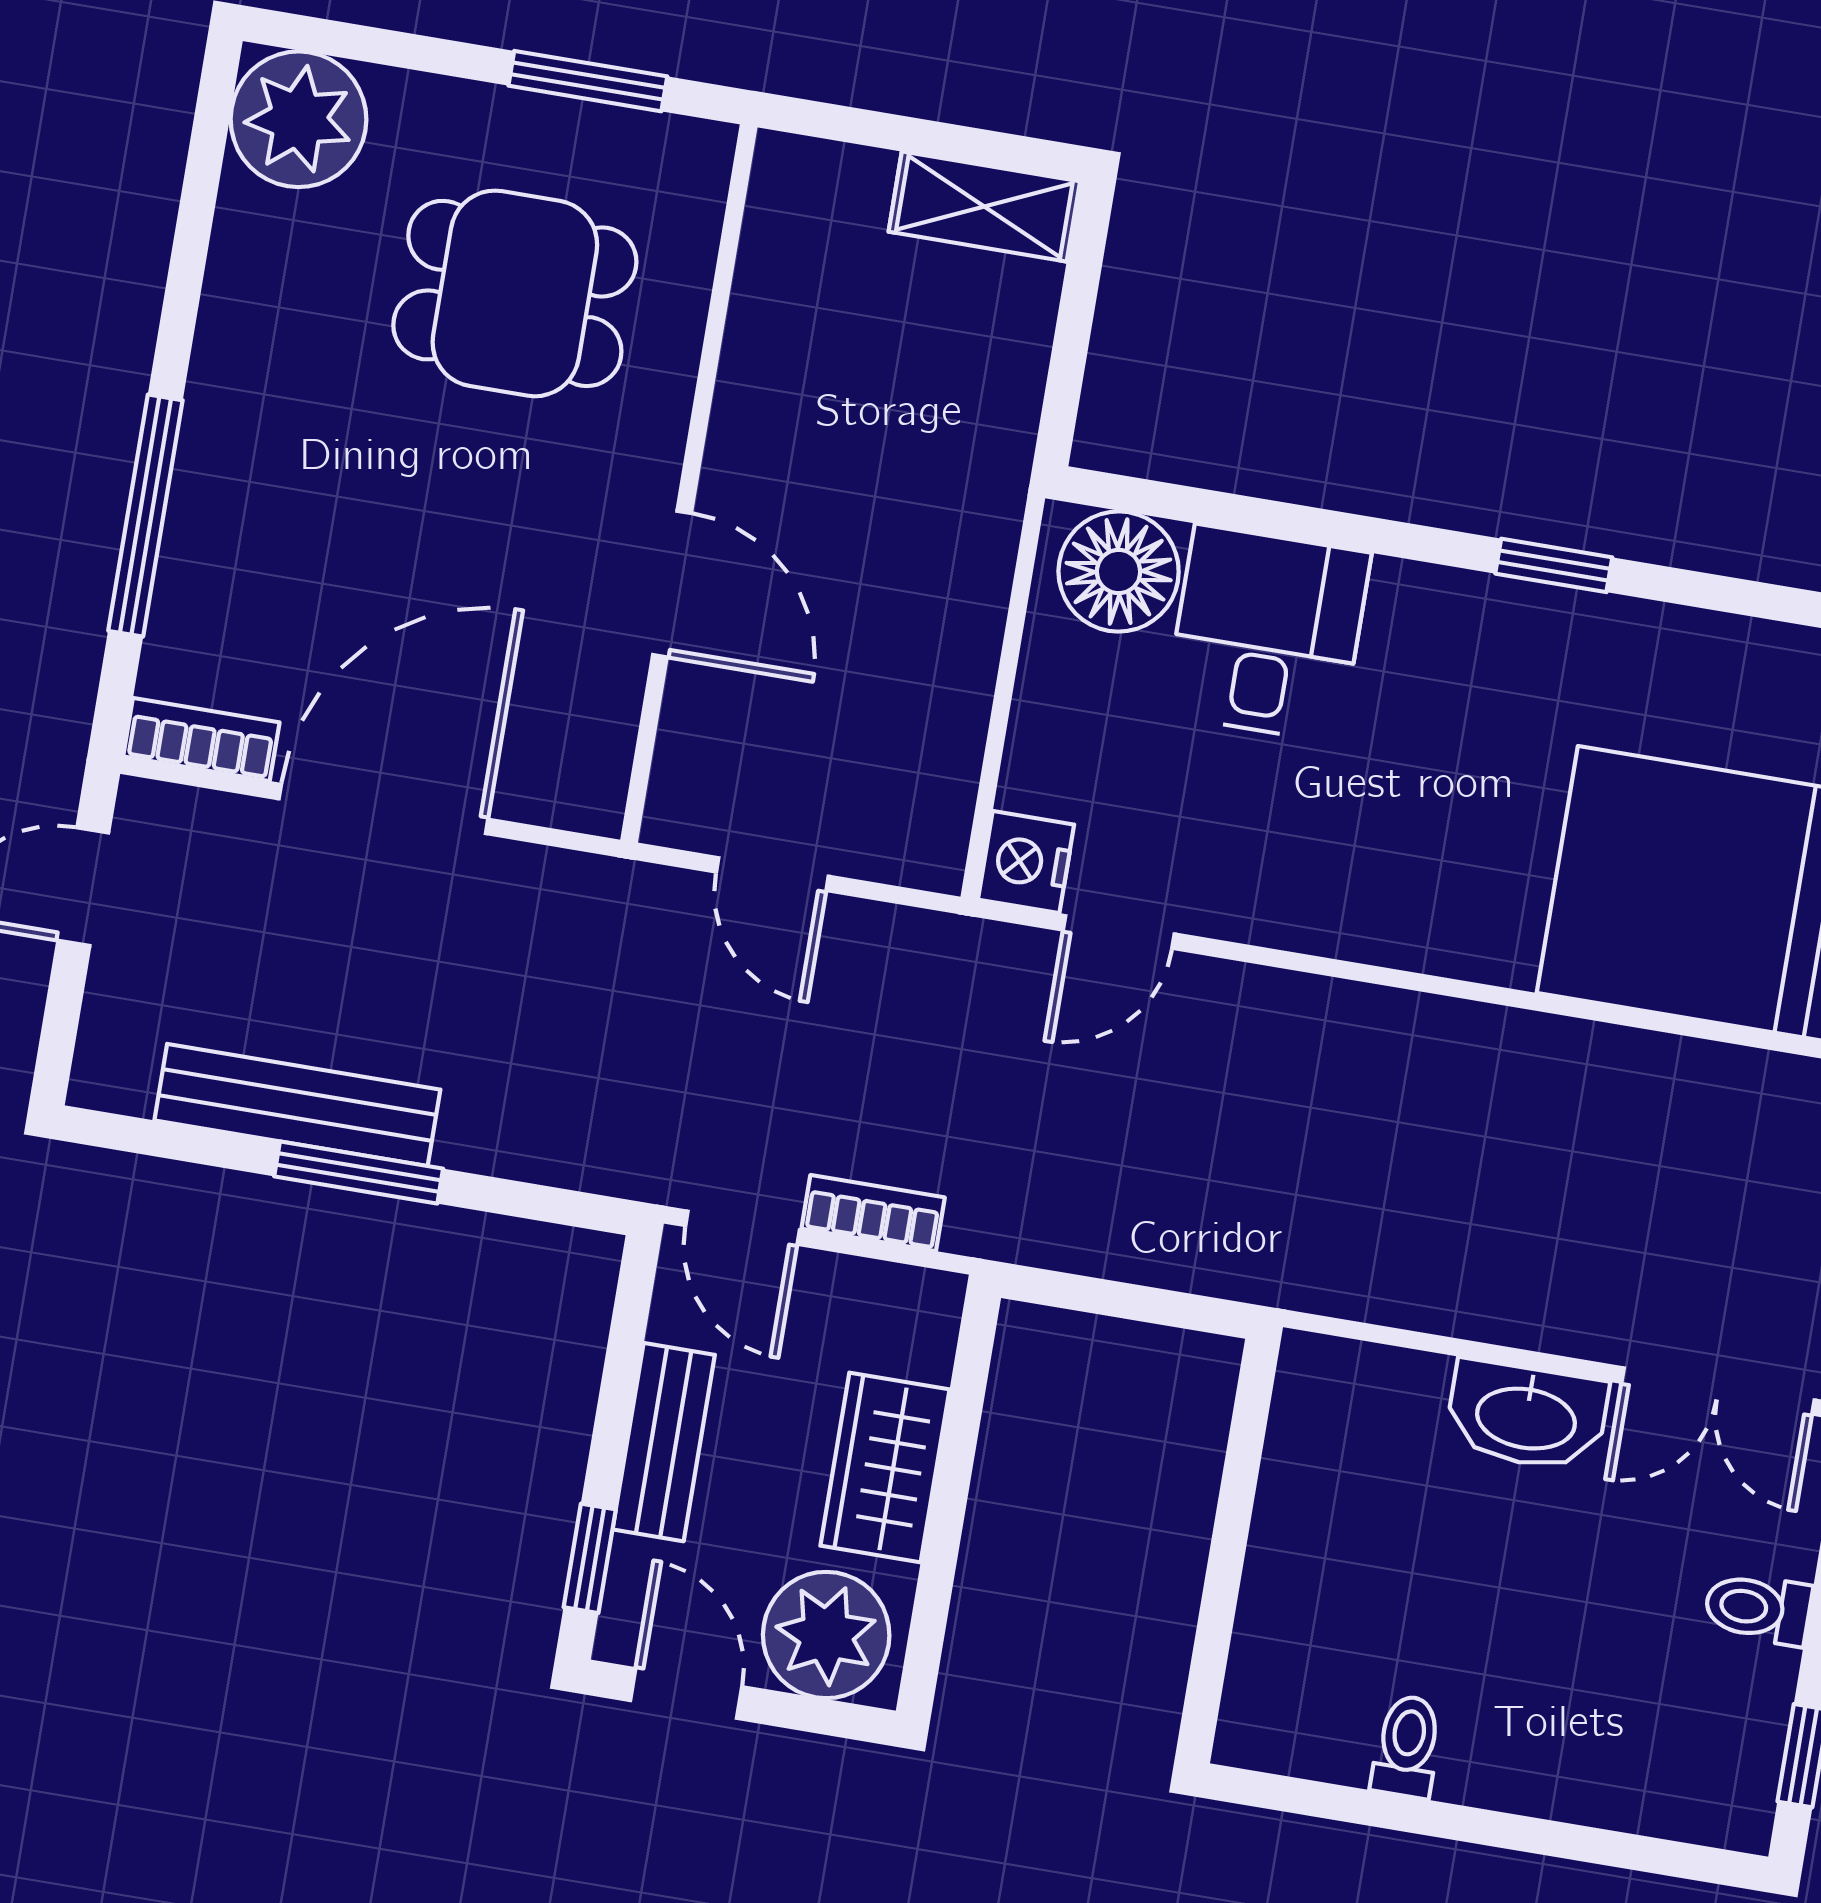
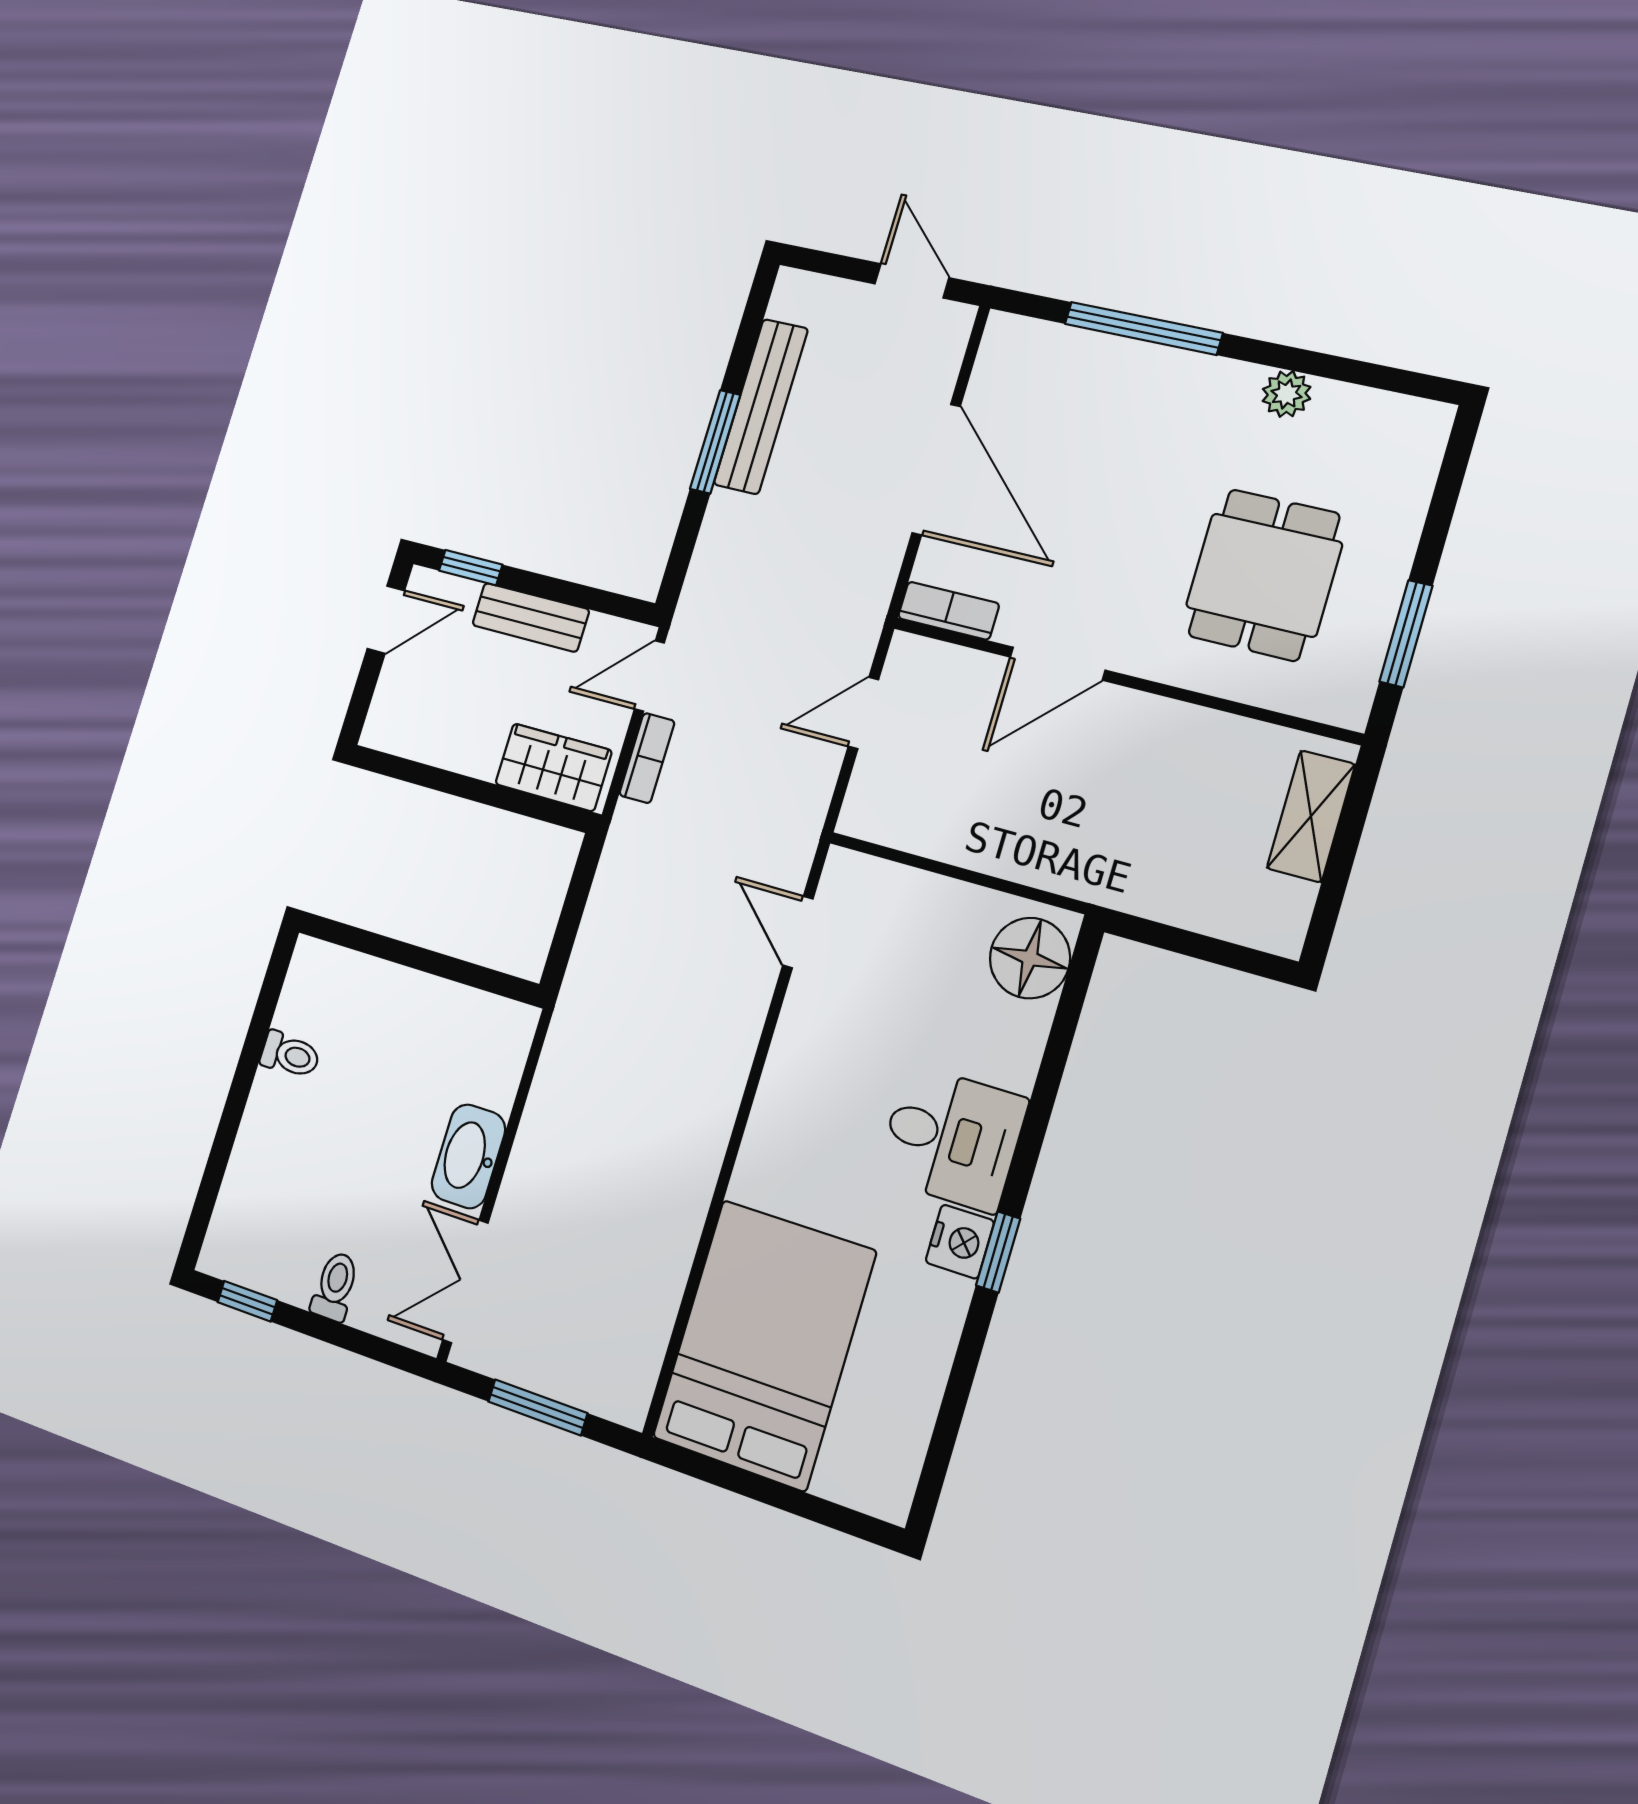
plant: (298, 119) -> (1287, 394), moved, width x0.53, depth x0.53
shelving: (984, 207) -> (1311, 816), moved
desk: (1267, 634) -> (952, 1138), moved
bookcase: (201, 739) -> (948, 611), moved, turned -90
nightstand: (1026, 862) -> (960, 1242), moved, turned 90
wardrobe: (885, 1468) -> (553, 767), moved
plant: (826, 1635) -> (406, 707), removed

